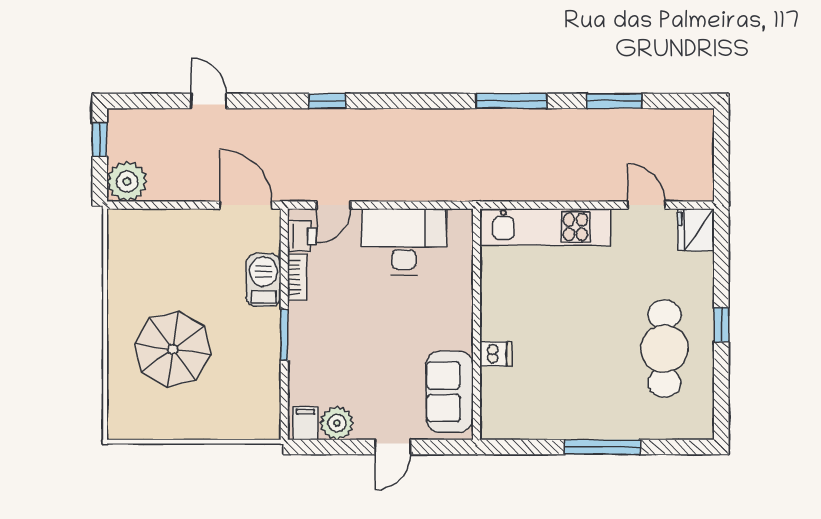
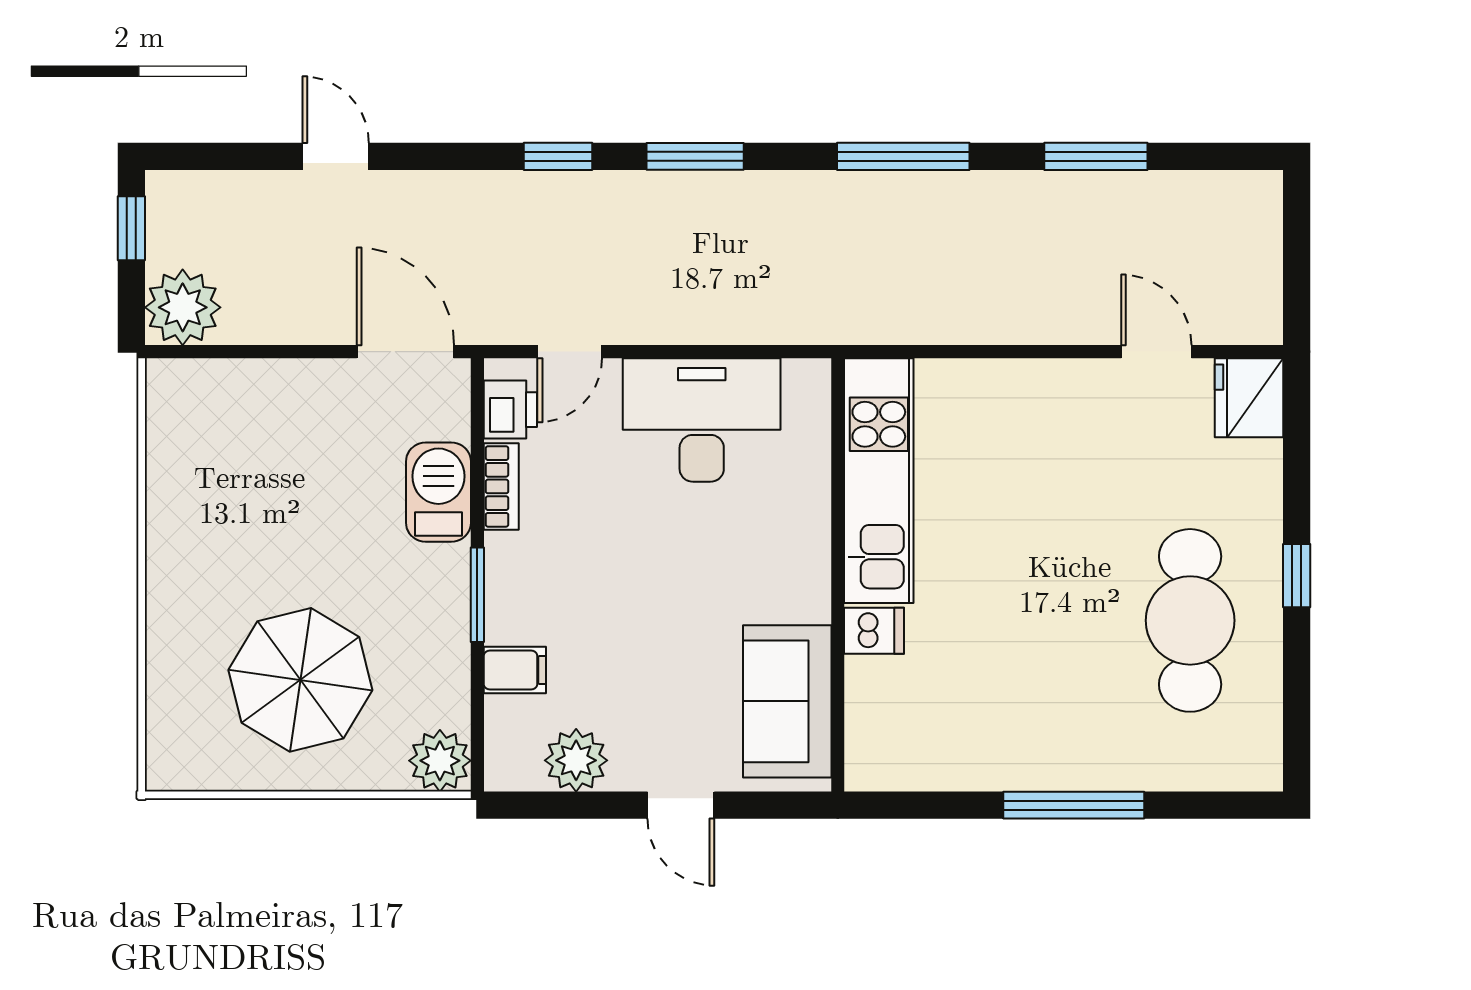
window: (400, 101) -> (695, 156), added
kitchen unit: (545, 227) -> (879, 481), moved, turned -90
parasol: (173, 349) -> (300, 680), moved
plant: (264, 423) -> (440, 761), added
filing cabinet: (305, 423) -> (515, 670), moved, turned 90
door: (393, 447) -> (681, 805), hinge flipped

